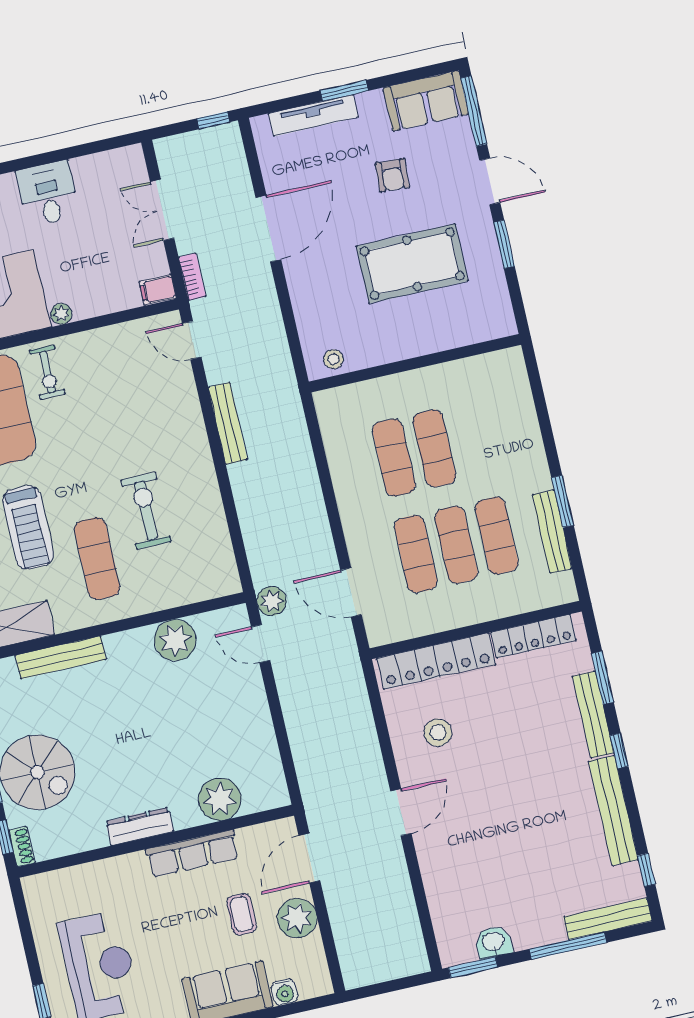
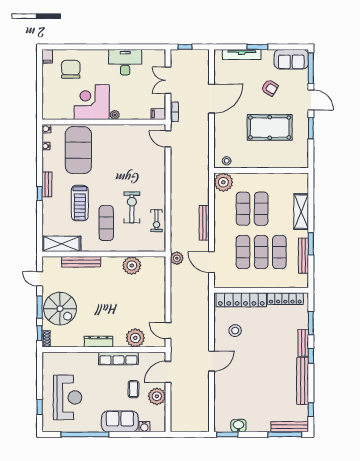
window: (213, 120) -> (185, 47), moved
armchair: (392, 175) -> (270, 88), turned -62
desk: (48, 194) -> (125, 62), width x1.37
exercise bike: (47, 372) -> (157, 221), moved
plant: (337, 409) -> (223, 182), added
bench: (228, 423) -> (204, 223), moved
shelving: (525, 435) -> (301, 212), added
door: (261, 644) -> (168, 331), moved
bench: (593, 715) -> (303, 343), width x0.73
window: (568, 946) -> (285, 434), moved

